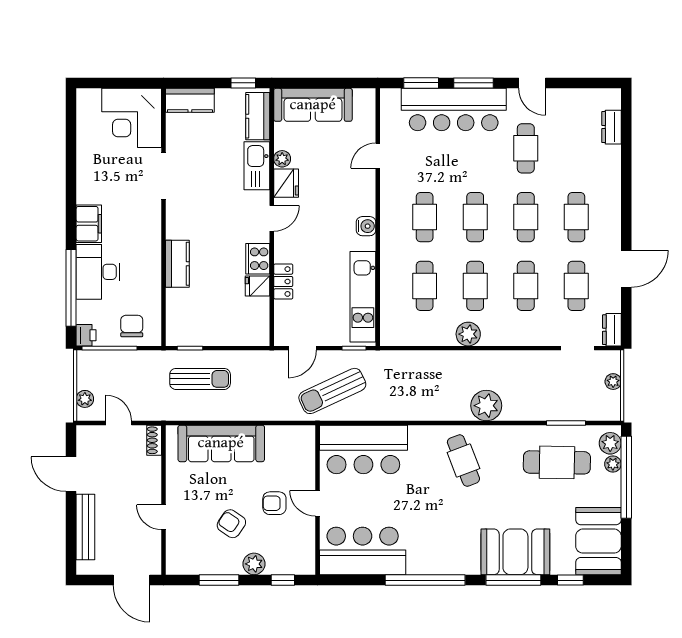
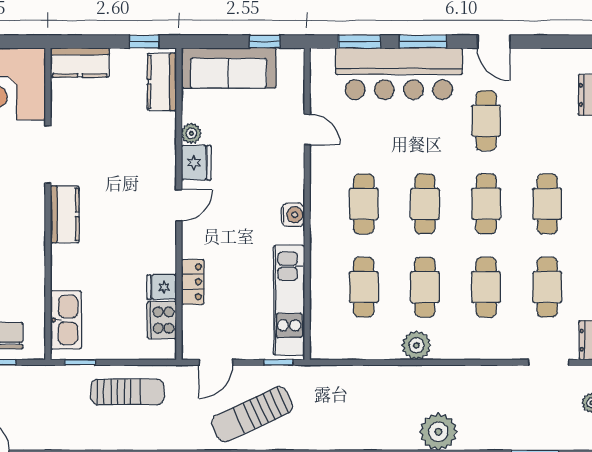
window: (343, 83) -> (265, 42), added
door: (378, 156) -> (307, 129), swing flipped
kitchen sink: (257, 166) -> (66, 320), moved, turned 180
cooker: (258, 259) -> (162, 320), moved
kitchen counter: (177, 264) -> (65, 214), moved
sun lounger: (200, 379) -> (127, 392), moved

